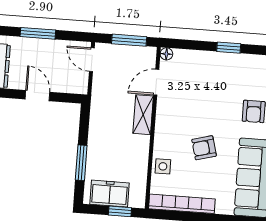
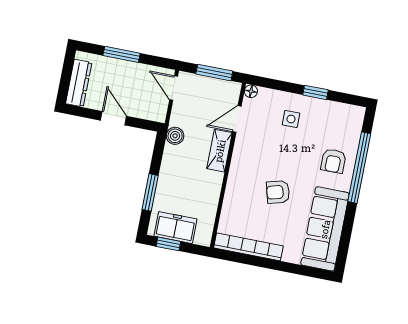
boiler: (99, 105) -> (175, 136), added
side table: (163, 166) -> (291, 119), moved
window: (120, 211) -> (168, 244), moved

